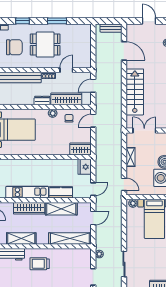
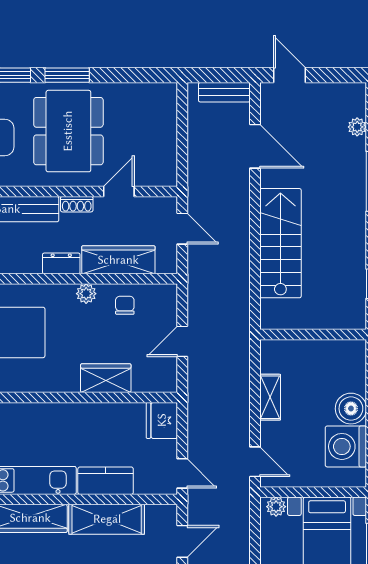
window: (57, 21) -> (67, 75), moved
door: (149, 21) -> (290, 75), moved
dining table: (45, 45) -> (68, 131), width x1.37
door: (93, 86) -> (182, 229), swing flipped
door: (93, 121) -> (182, 341), moved
double door: (144, 131) -> (303, 335), removed
wardrobe: (81, 149) -> (106, 378), moved
door: (93, 189) -> (182, 473), hinge flipped

